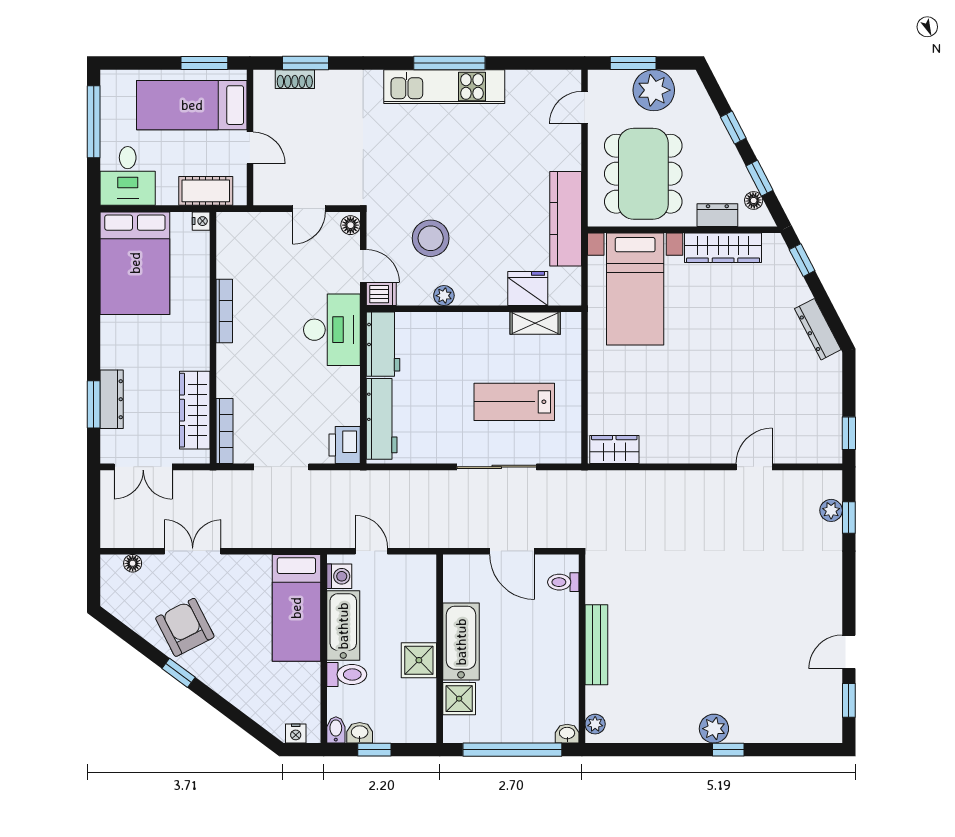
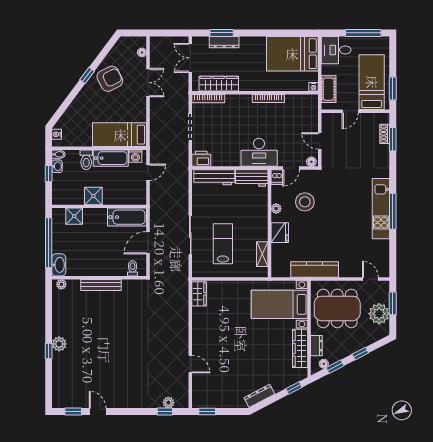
fridge: (528, 288) -> (280, 233), moved
bathtub: (461, 642) -> (127, 217), moved
washbasin: (567, 734) -> (59, 265), width x1.91, depth x1.45

